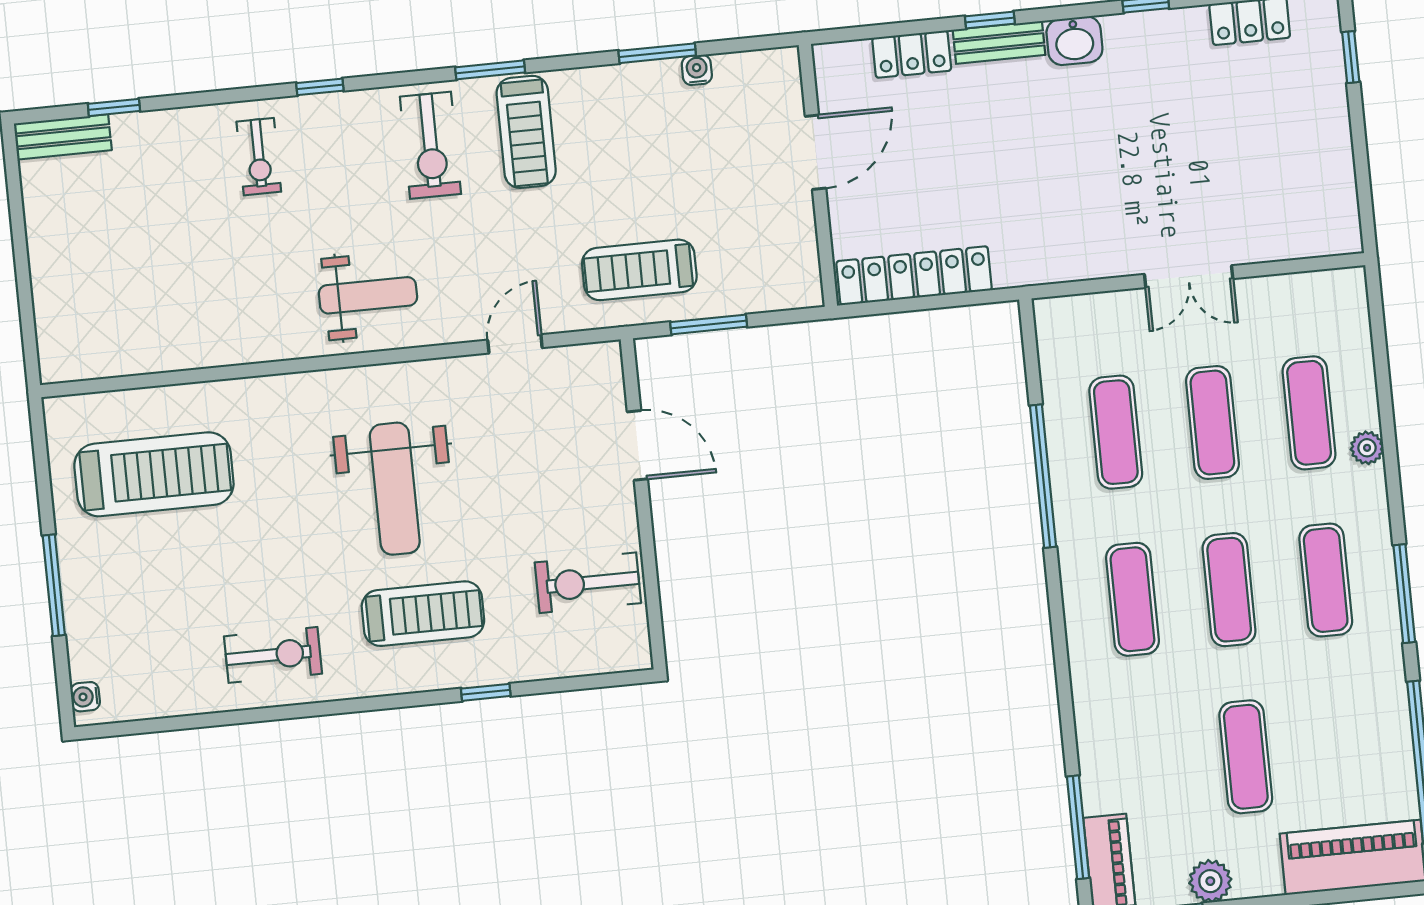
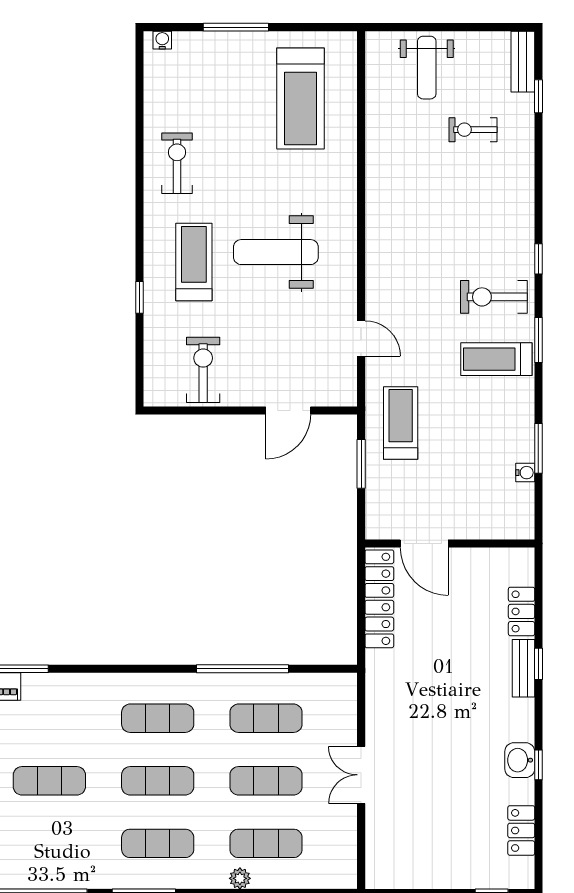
washbasin: (1074, 41) -> (520, 760), moved
window: (320, 87) -> (538, 259), moved
door: (815, 152) -> (424, 543), moved
exercise bike: (259, 157) -> (473, 130), moved
weight bench: (368, 295) -> (427, 68), moved
treadmill: (423, 614) -> (194, 262), turned 180
exercise bike: (273, 655) -> (177, 163), turned 180

